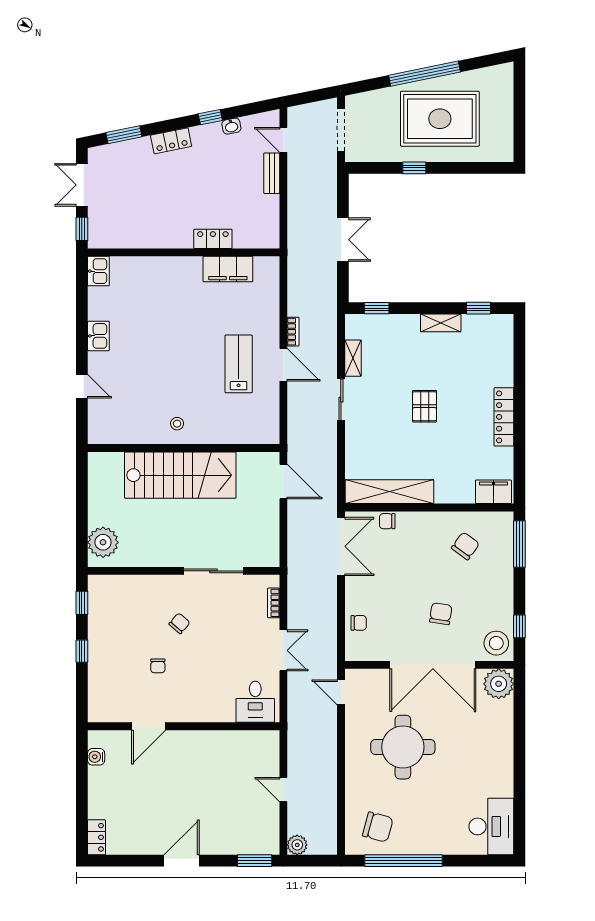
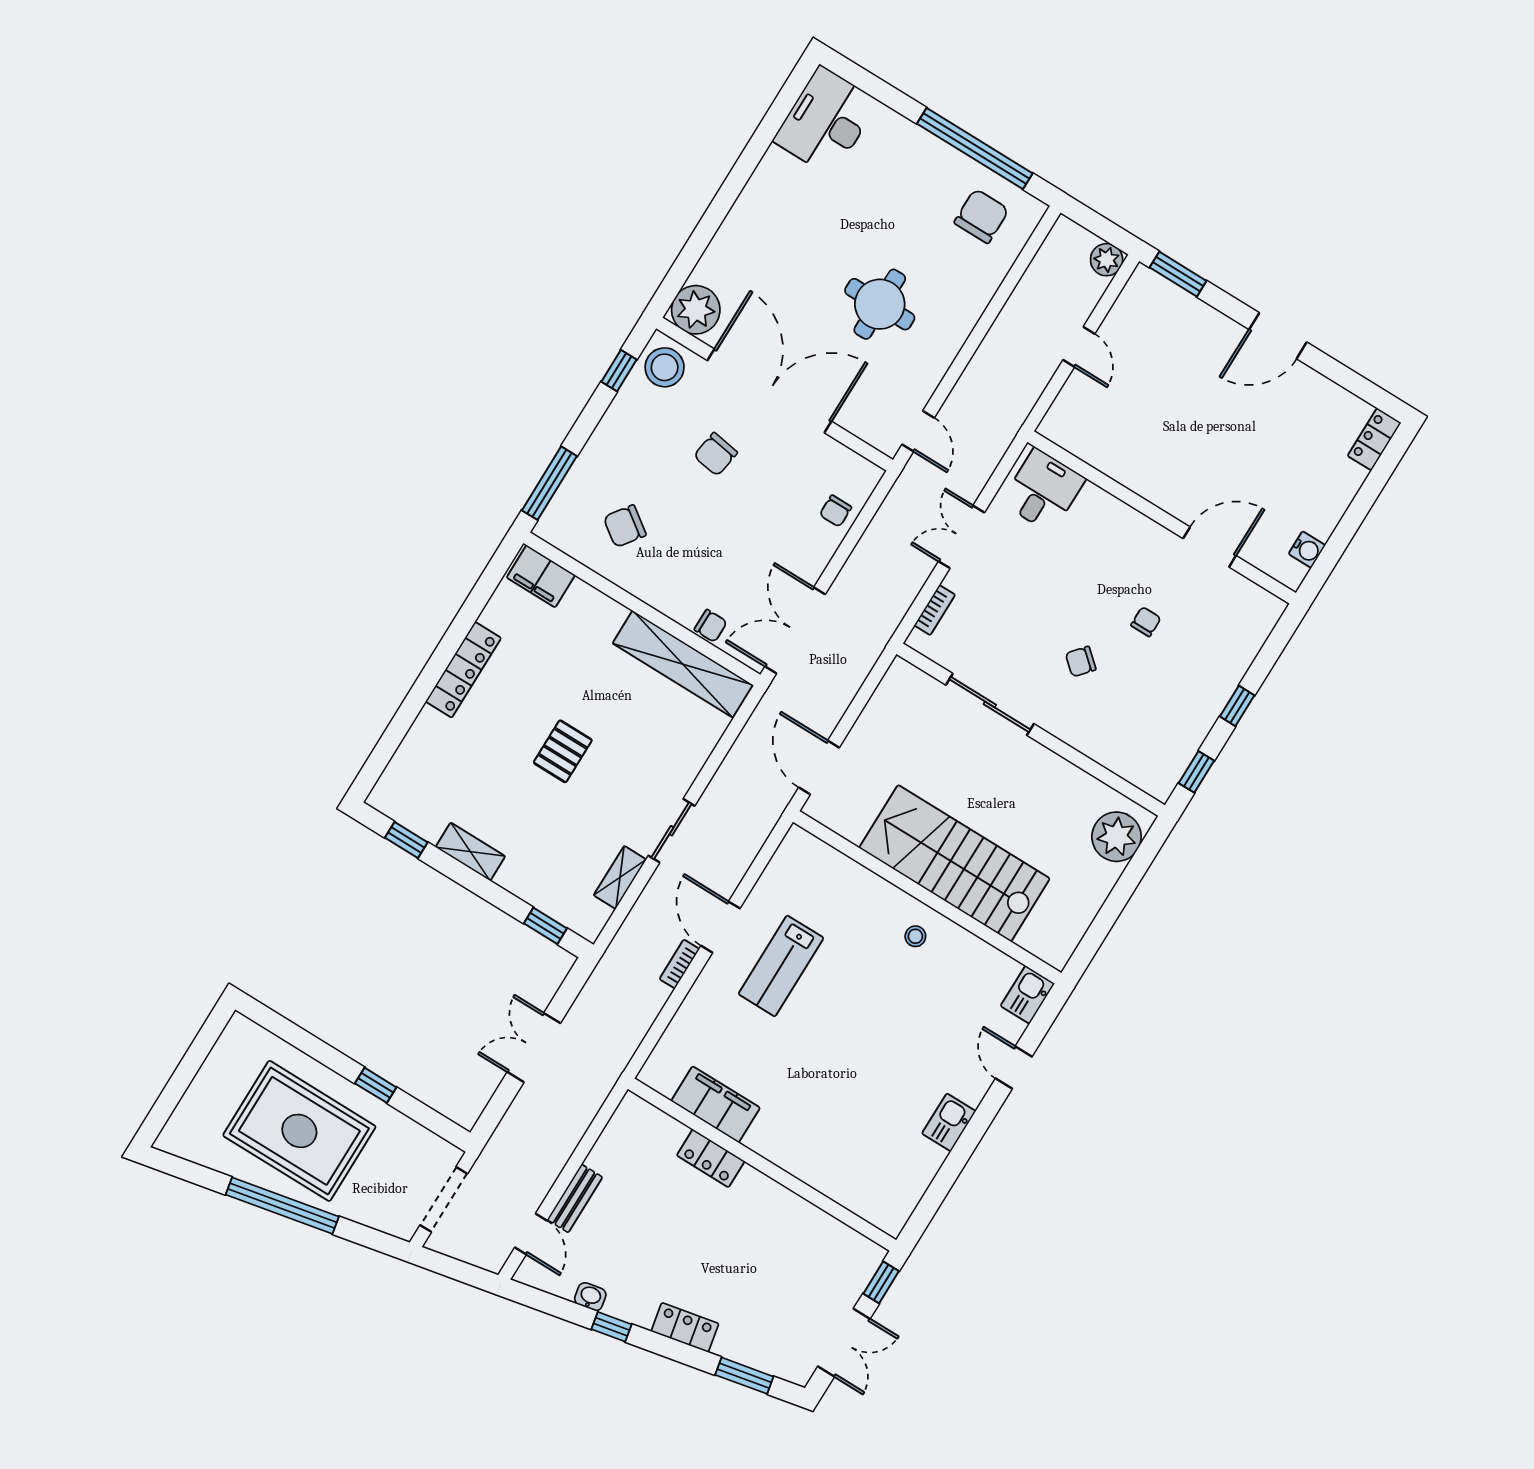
kitchen sink: (98, 271) -> (1028, 995), moved
chair: (359, 623) -> (836, 511), turned -90
round table: (403, 747) -> (880, 304), width x0.73, depth x0.73
chair: (378, 827) -> (982, 216), turned 75

